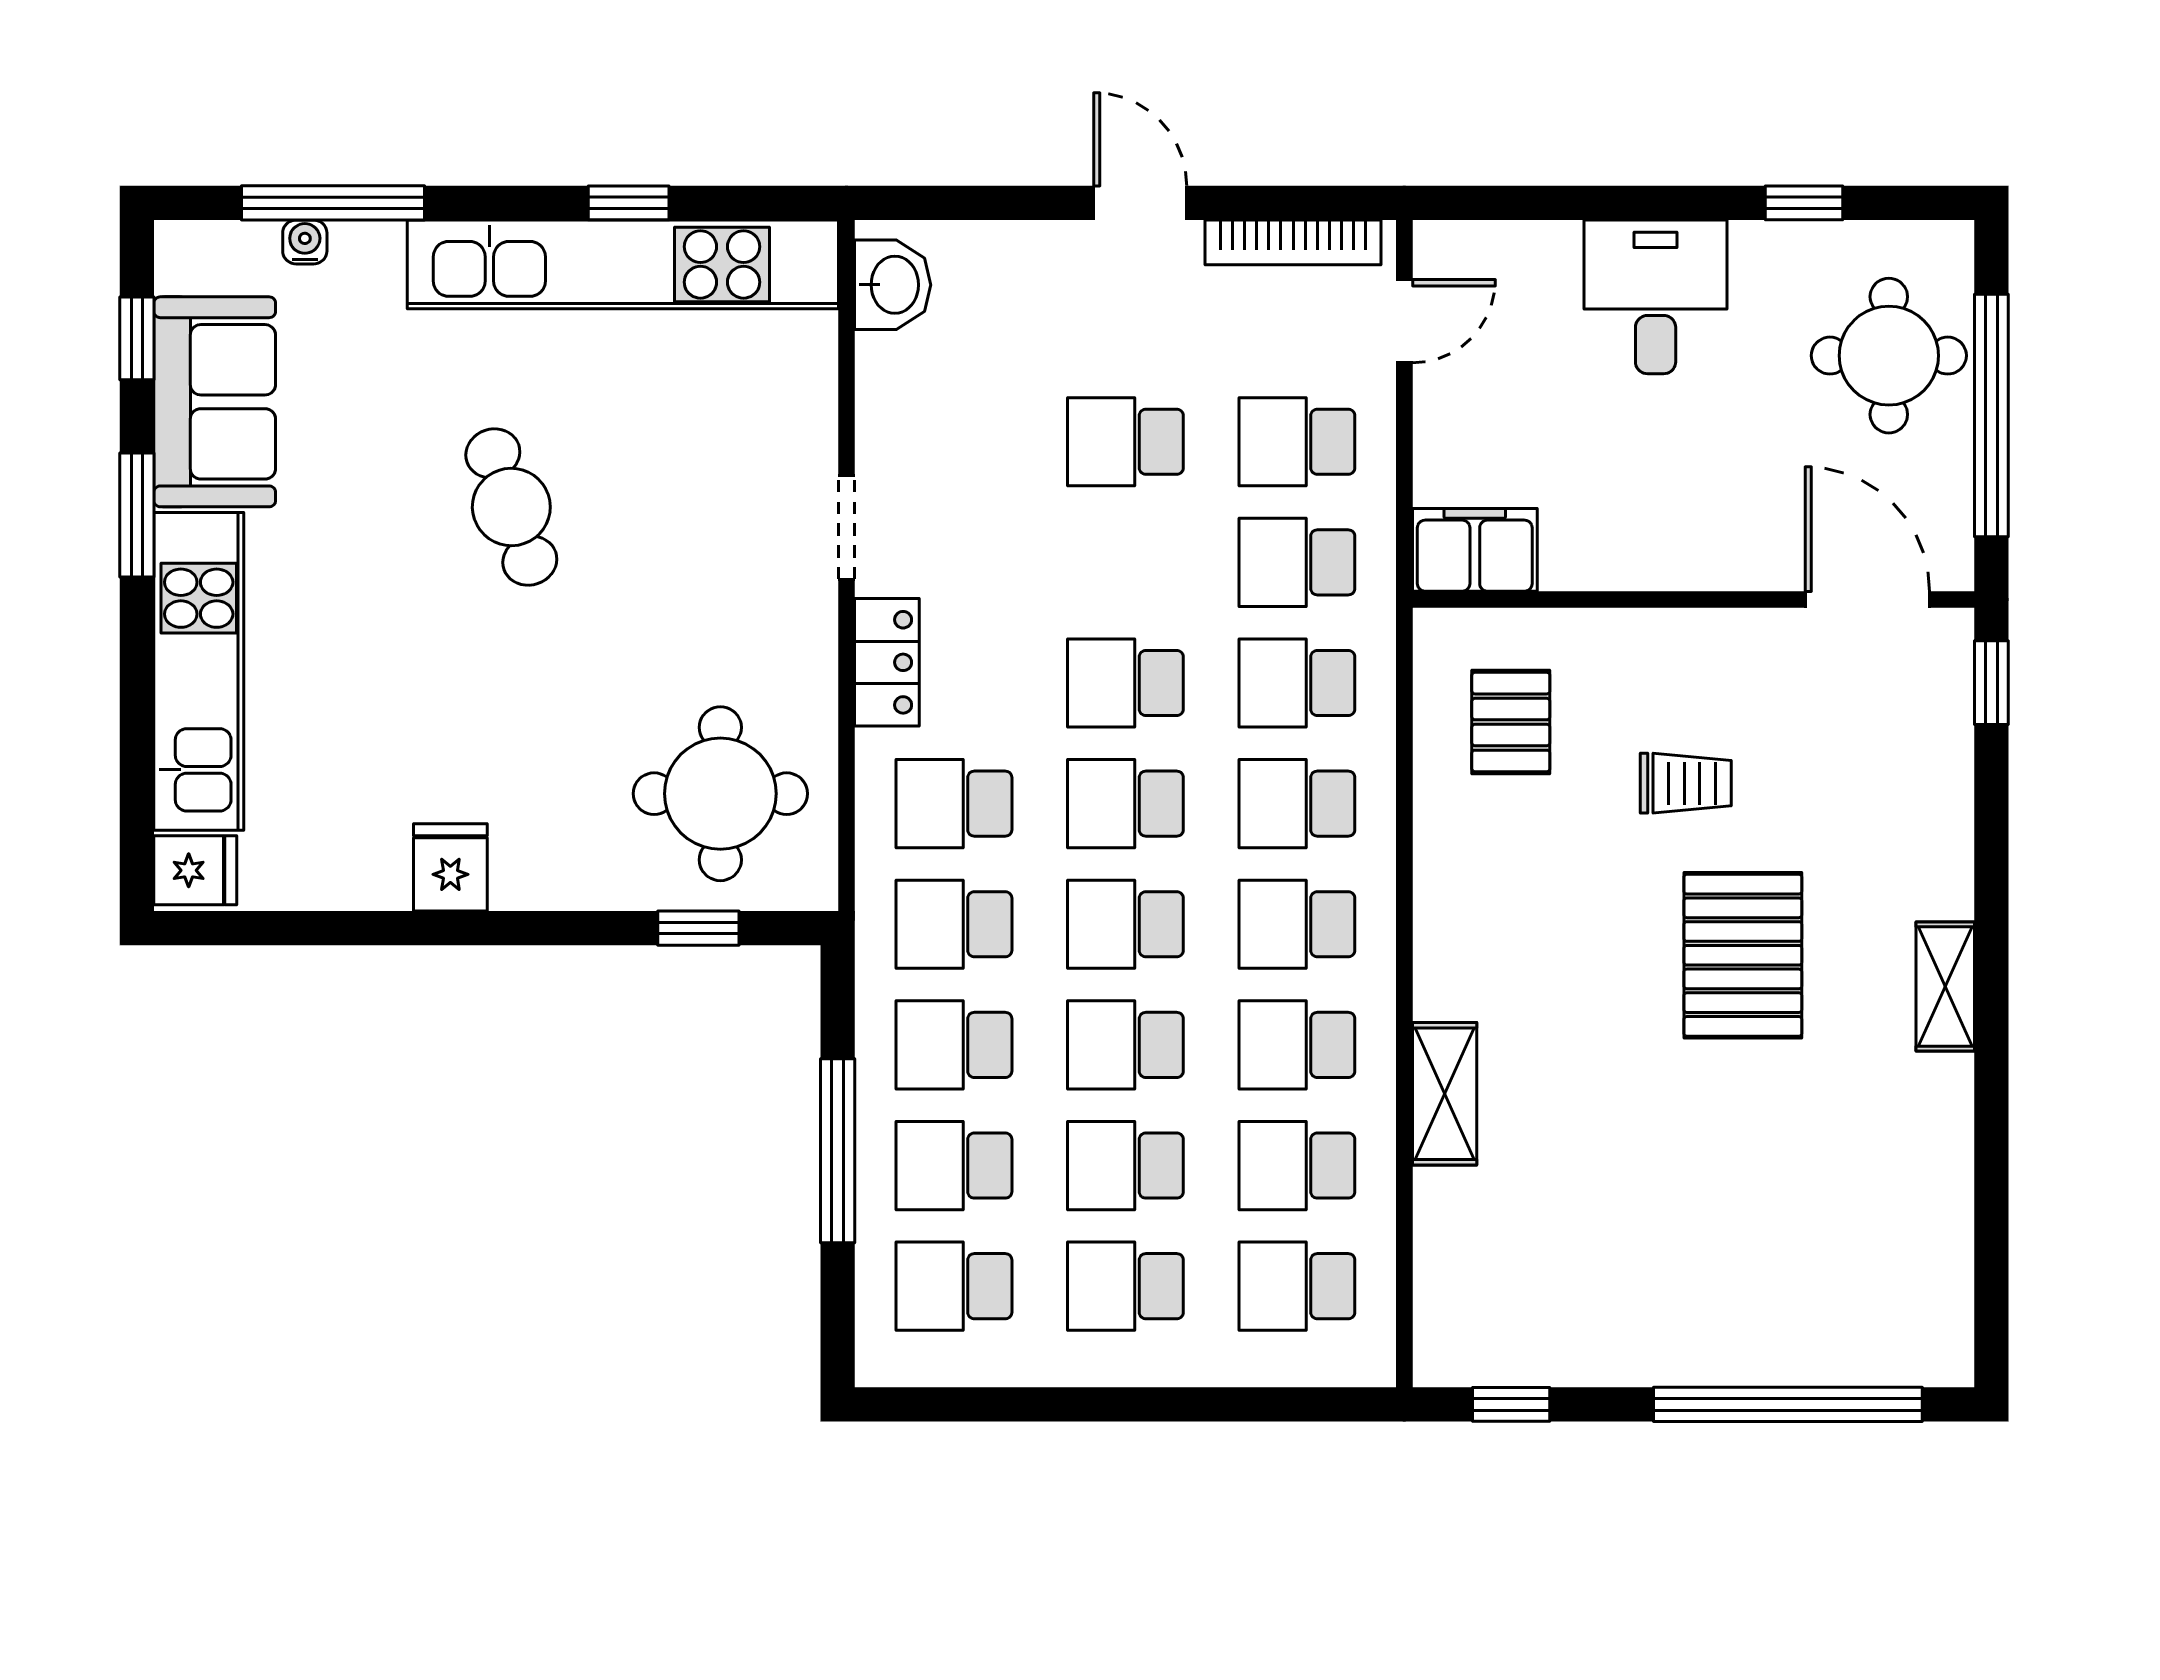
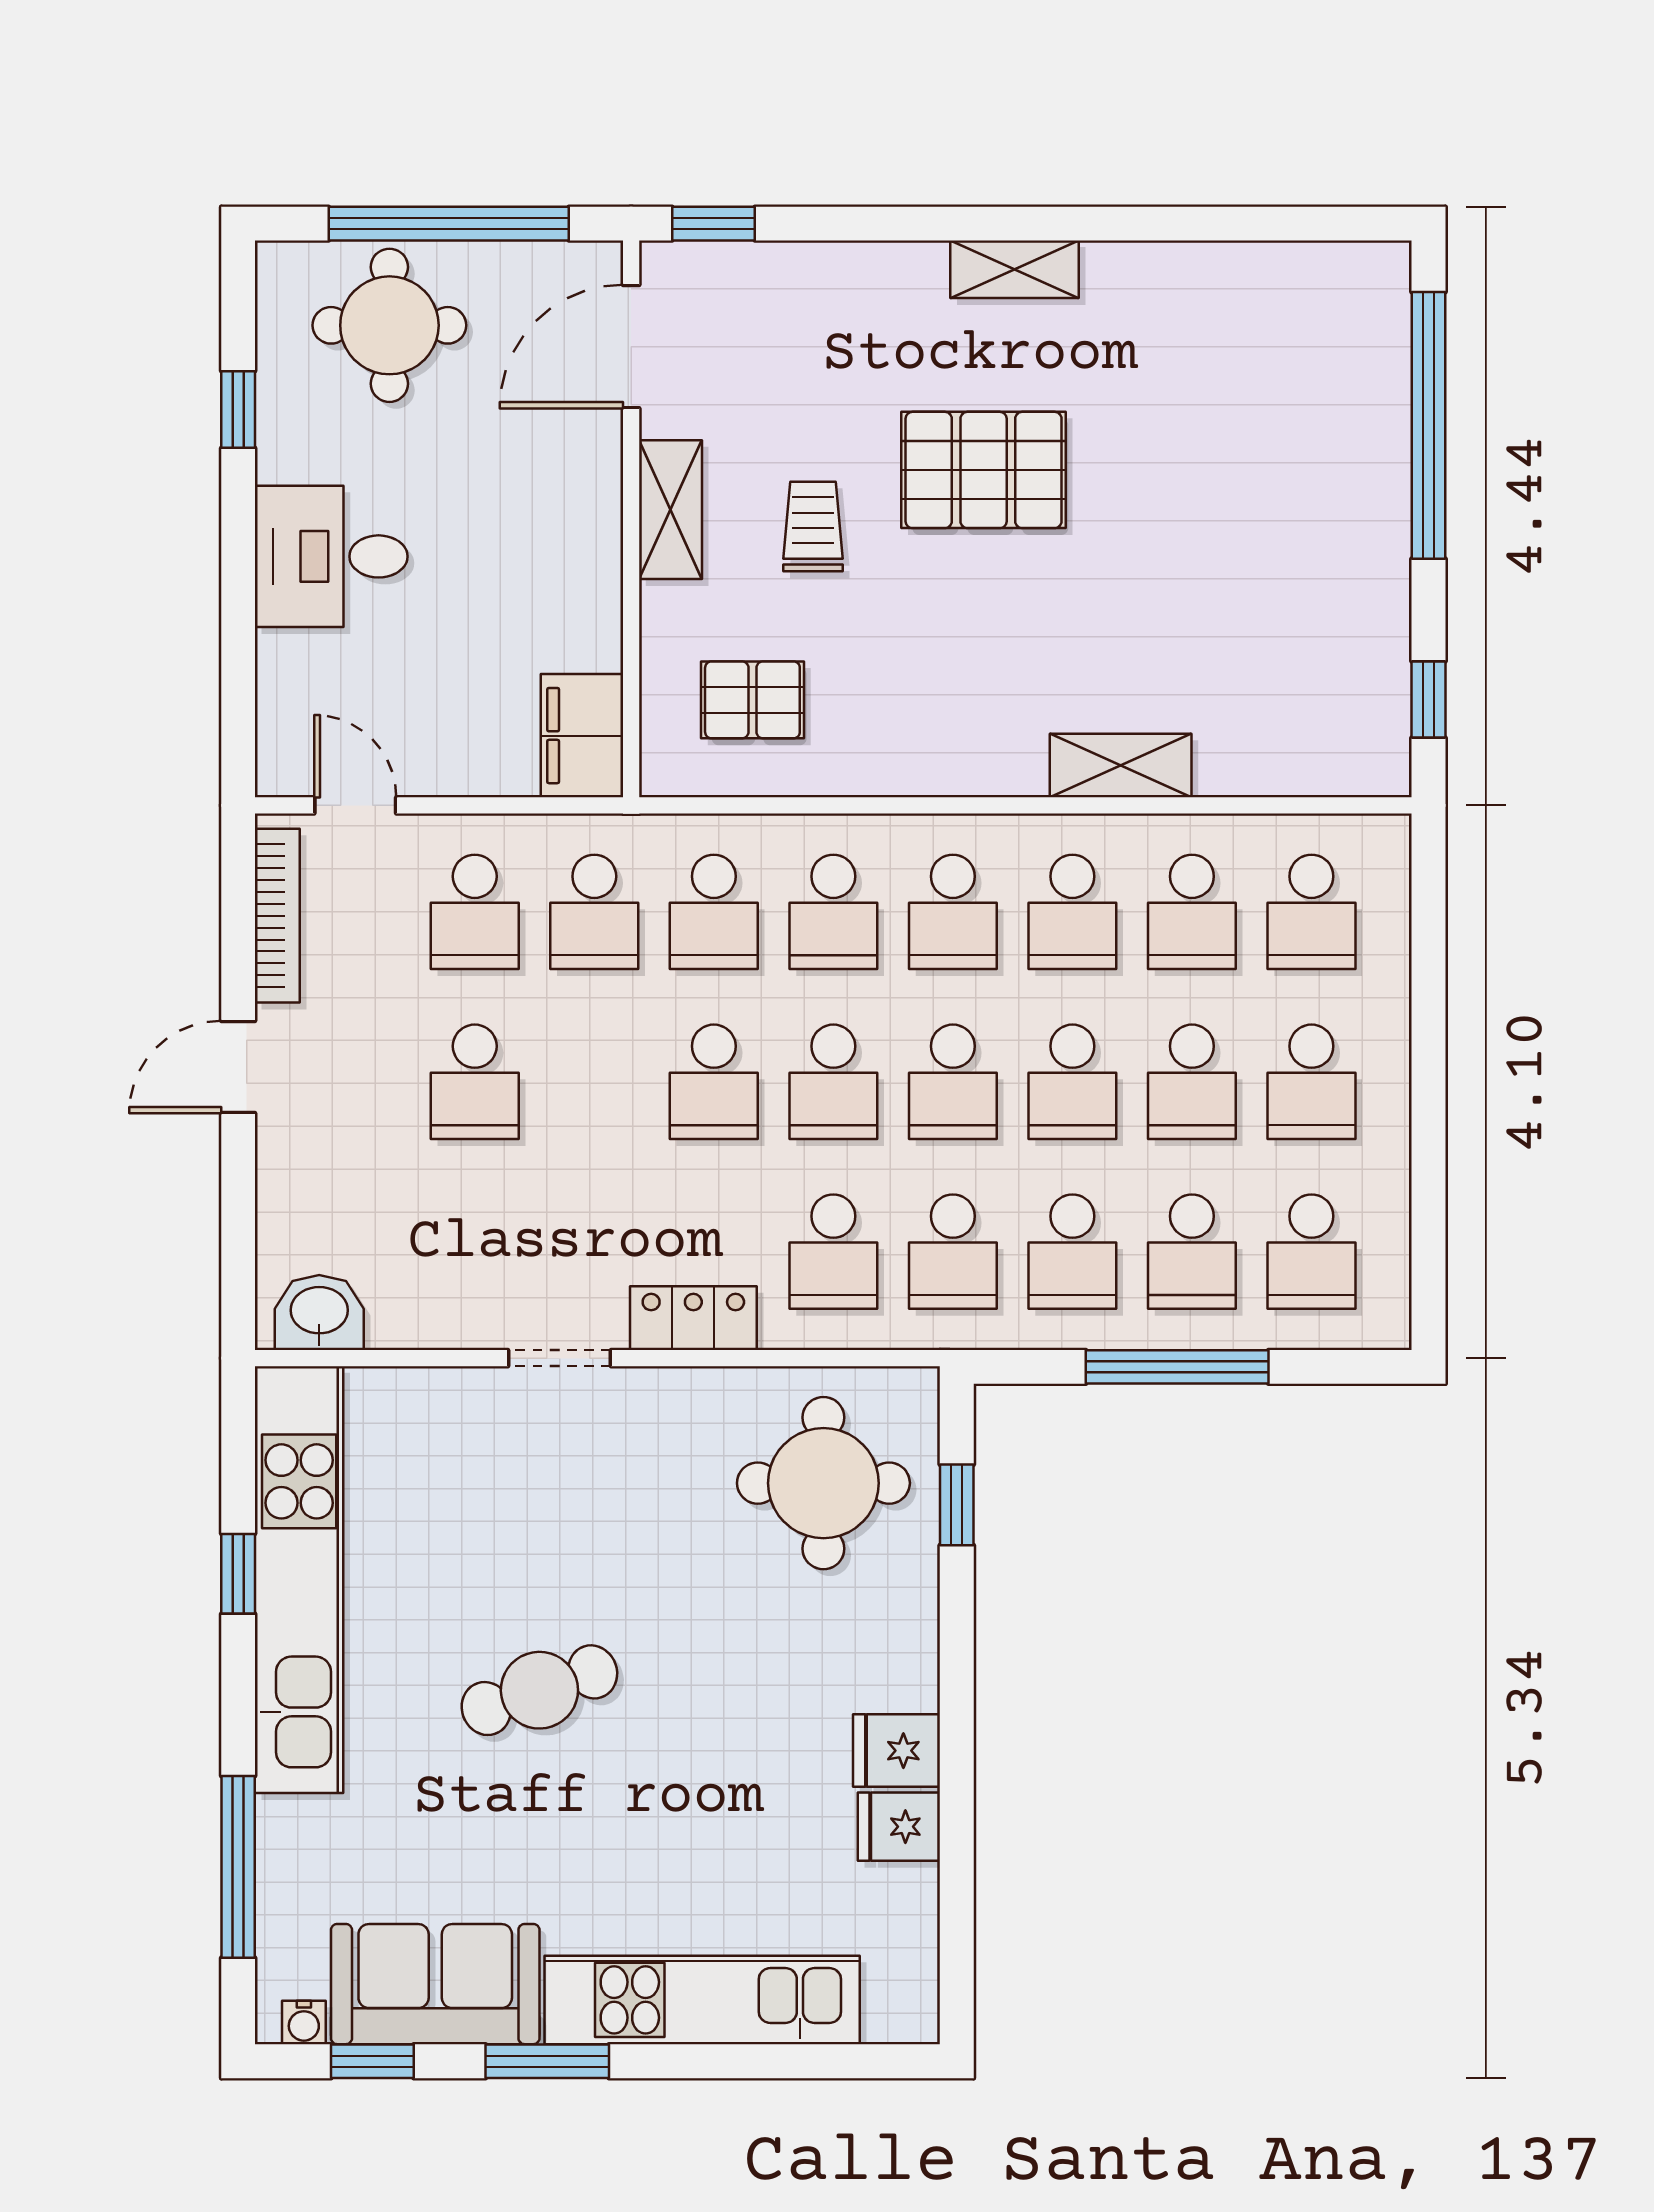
water cooler: (305, 242) -> (304, 2022), moved, turned -90
shelving: (1703, 639) -> (670, 510), added
fridge: (195, 870) -> (899, 1827), moved, turned -90

